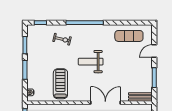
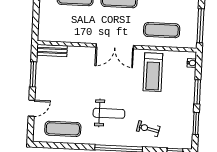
weight bench: (91, 62) -> (109, 113), moved
double door: (105, 103) -> (115, 46), moved

